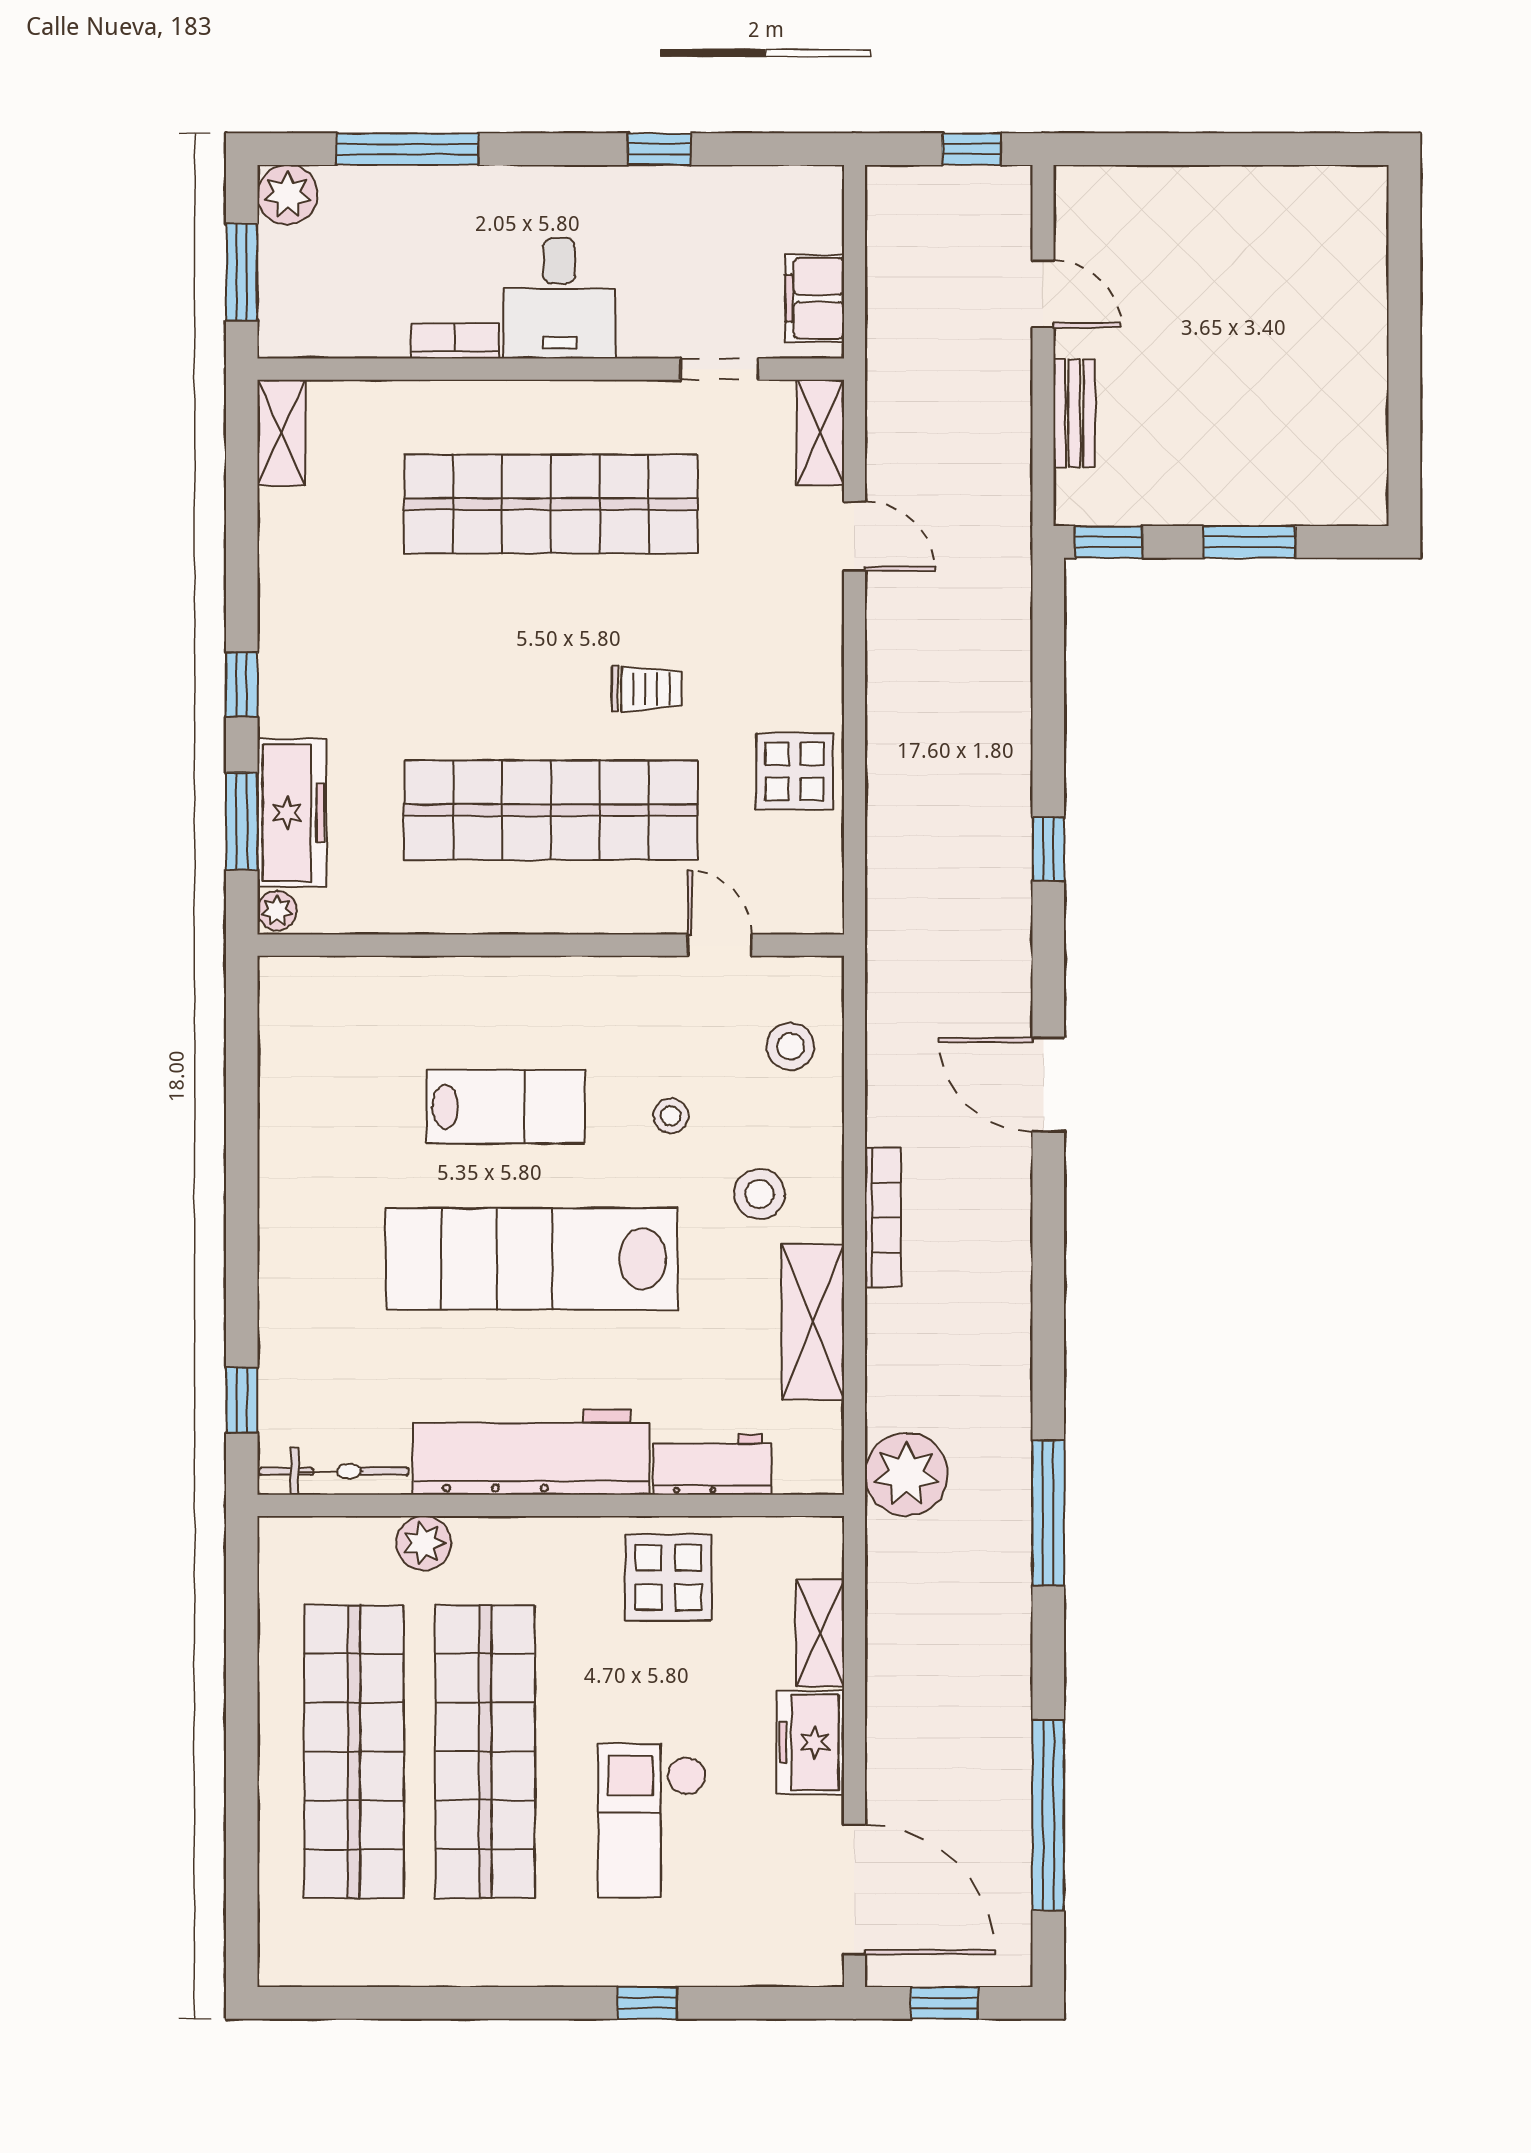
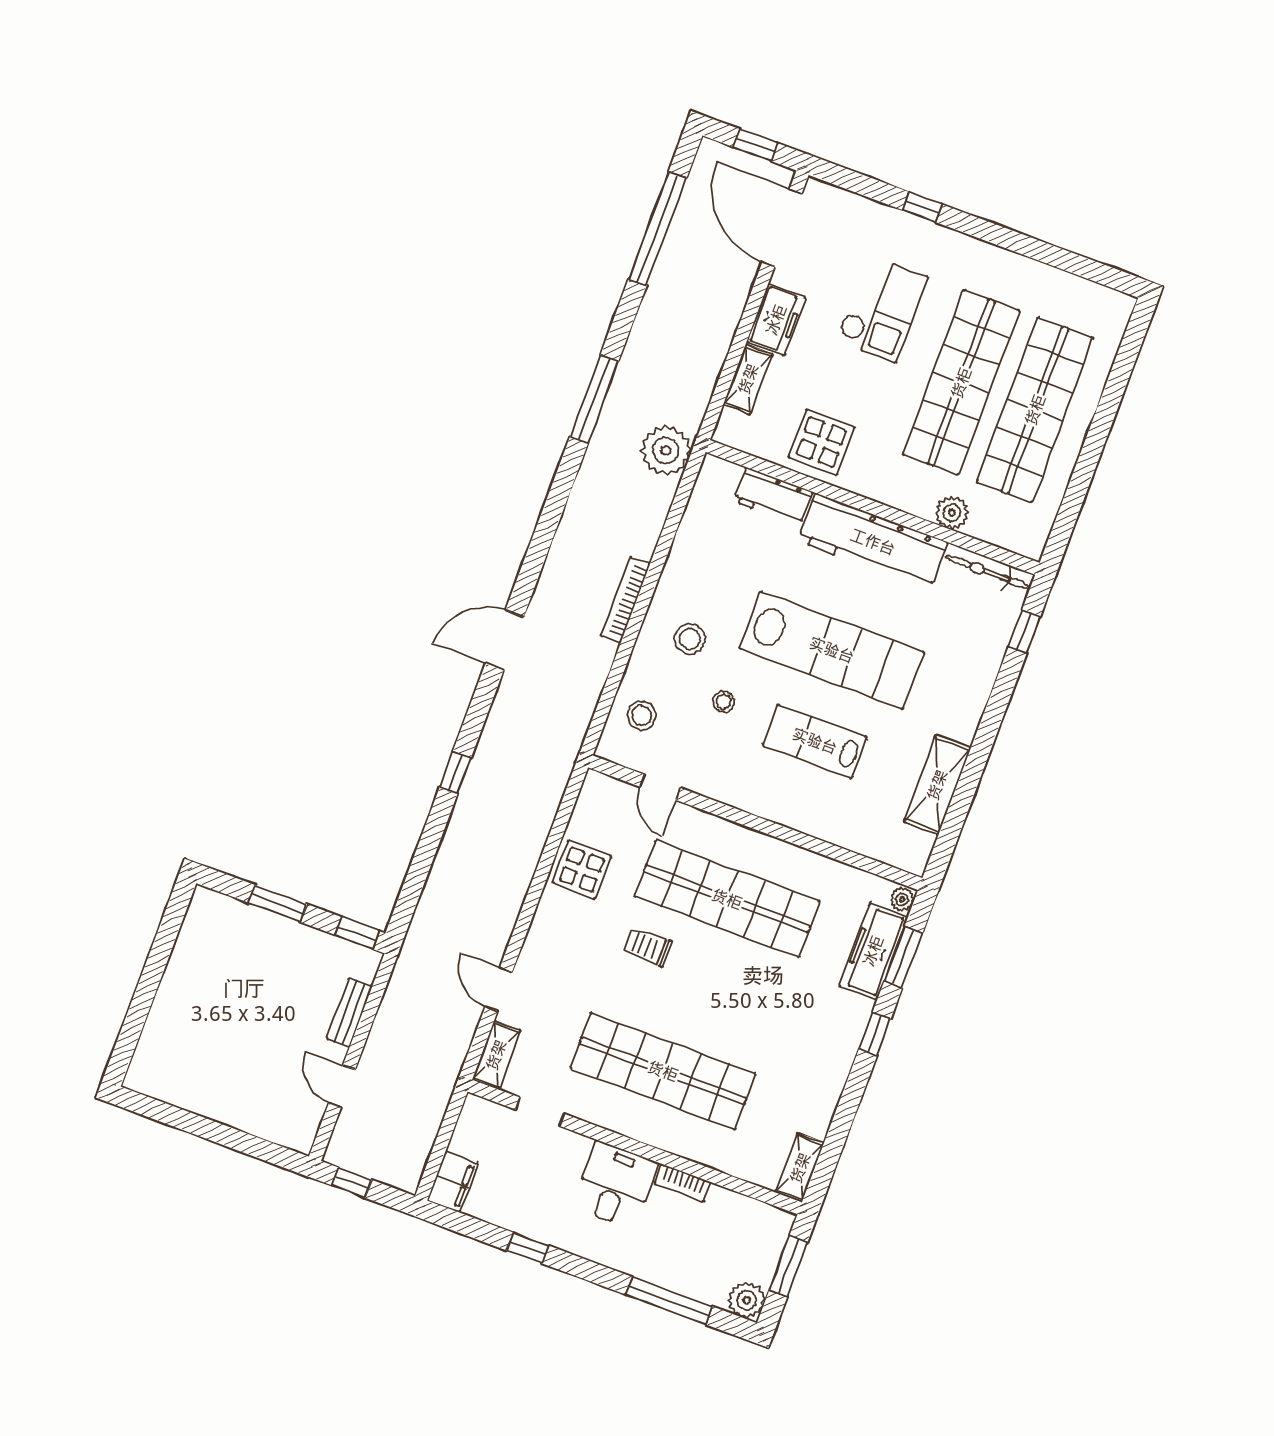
filing cabinet: (815, 298) -> (453, 1182), moved
door: (1048, 1085) -> (505, 640), swing flipped
shelving: (813, 1322) -> (937, 785), moved

